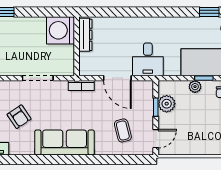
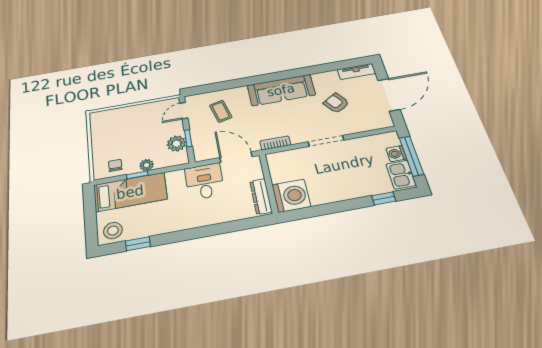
washing machine: (61, 30) -> (291, 196), moved
dresser: (85, 35) -> (261, 197), moved
wall: (77, 46) -> (269, 183), moved

